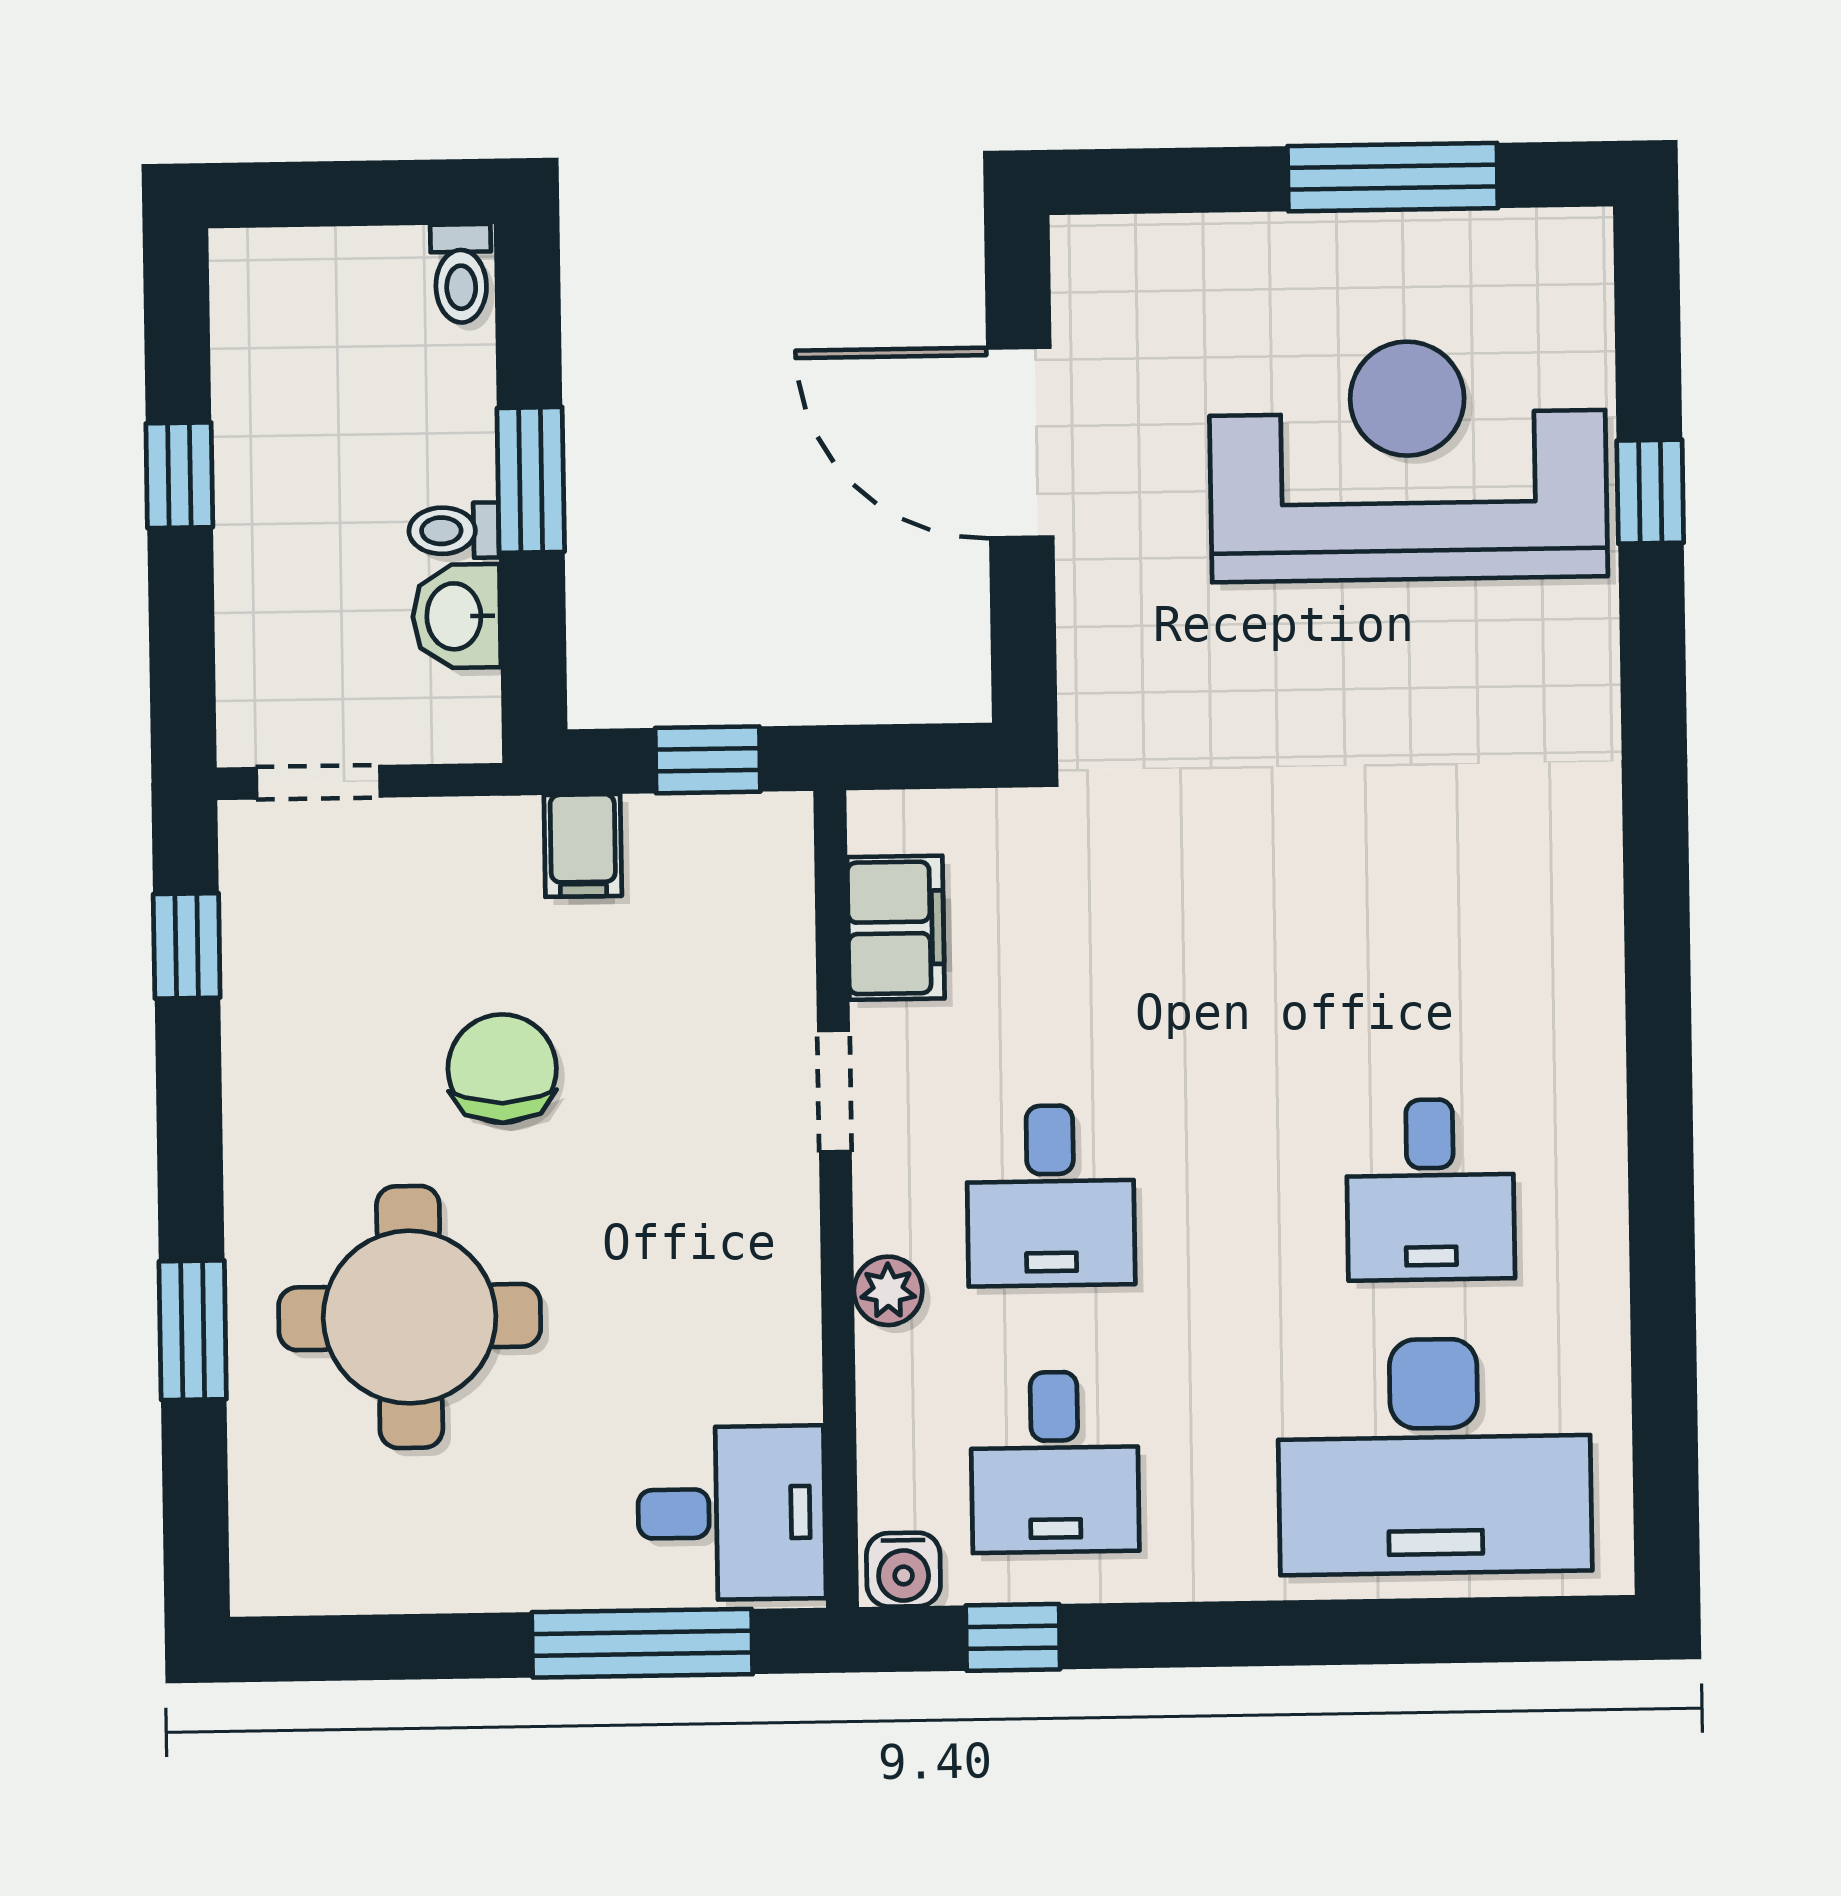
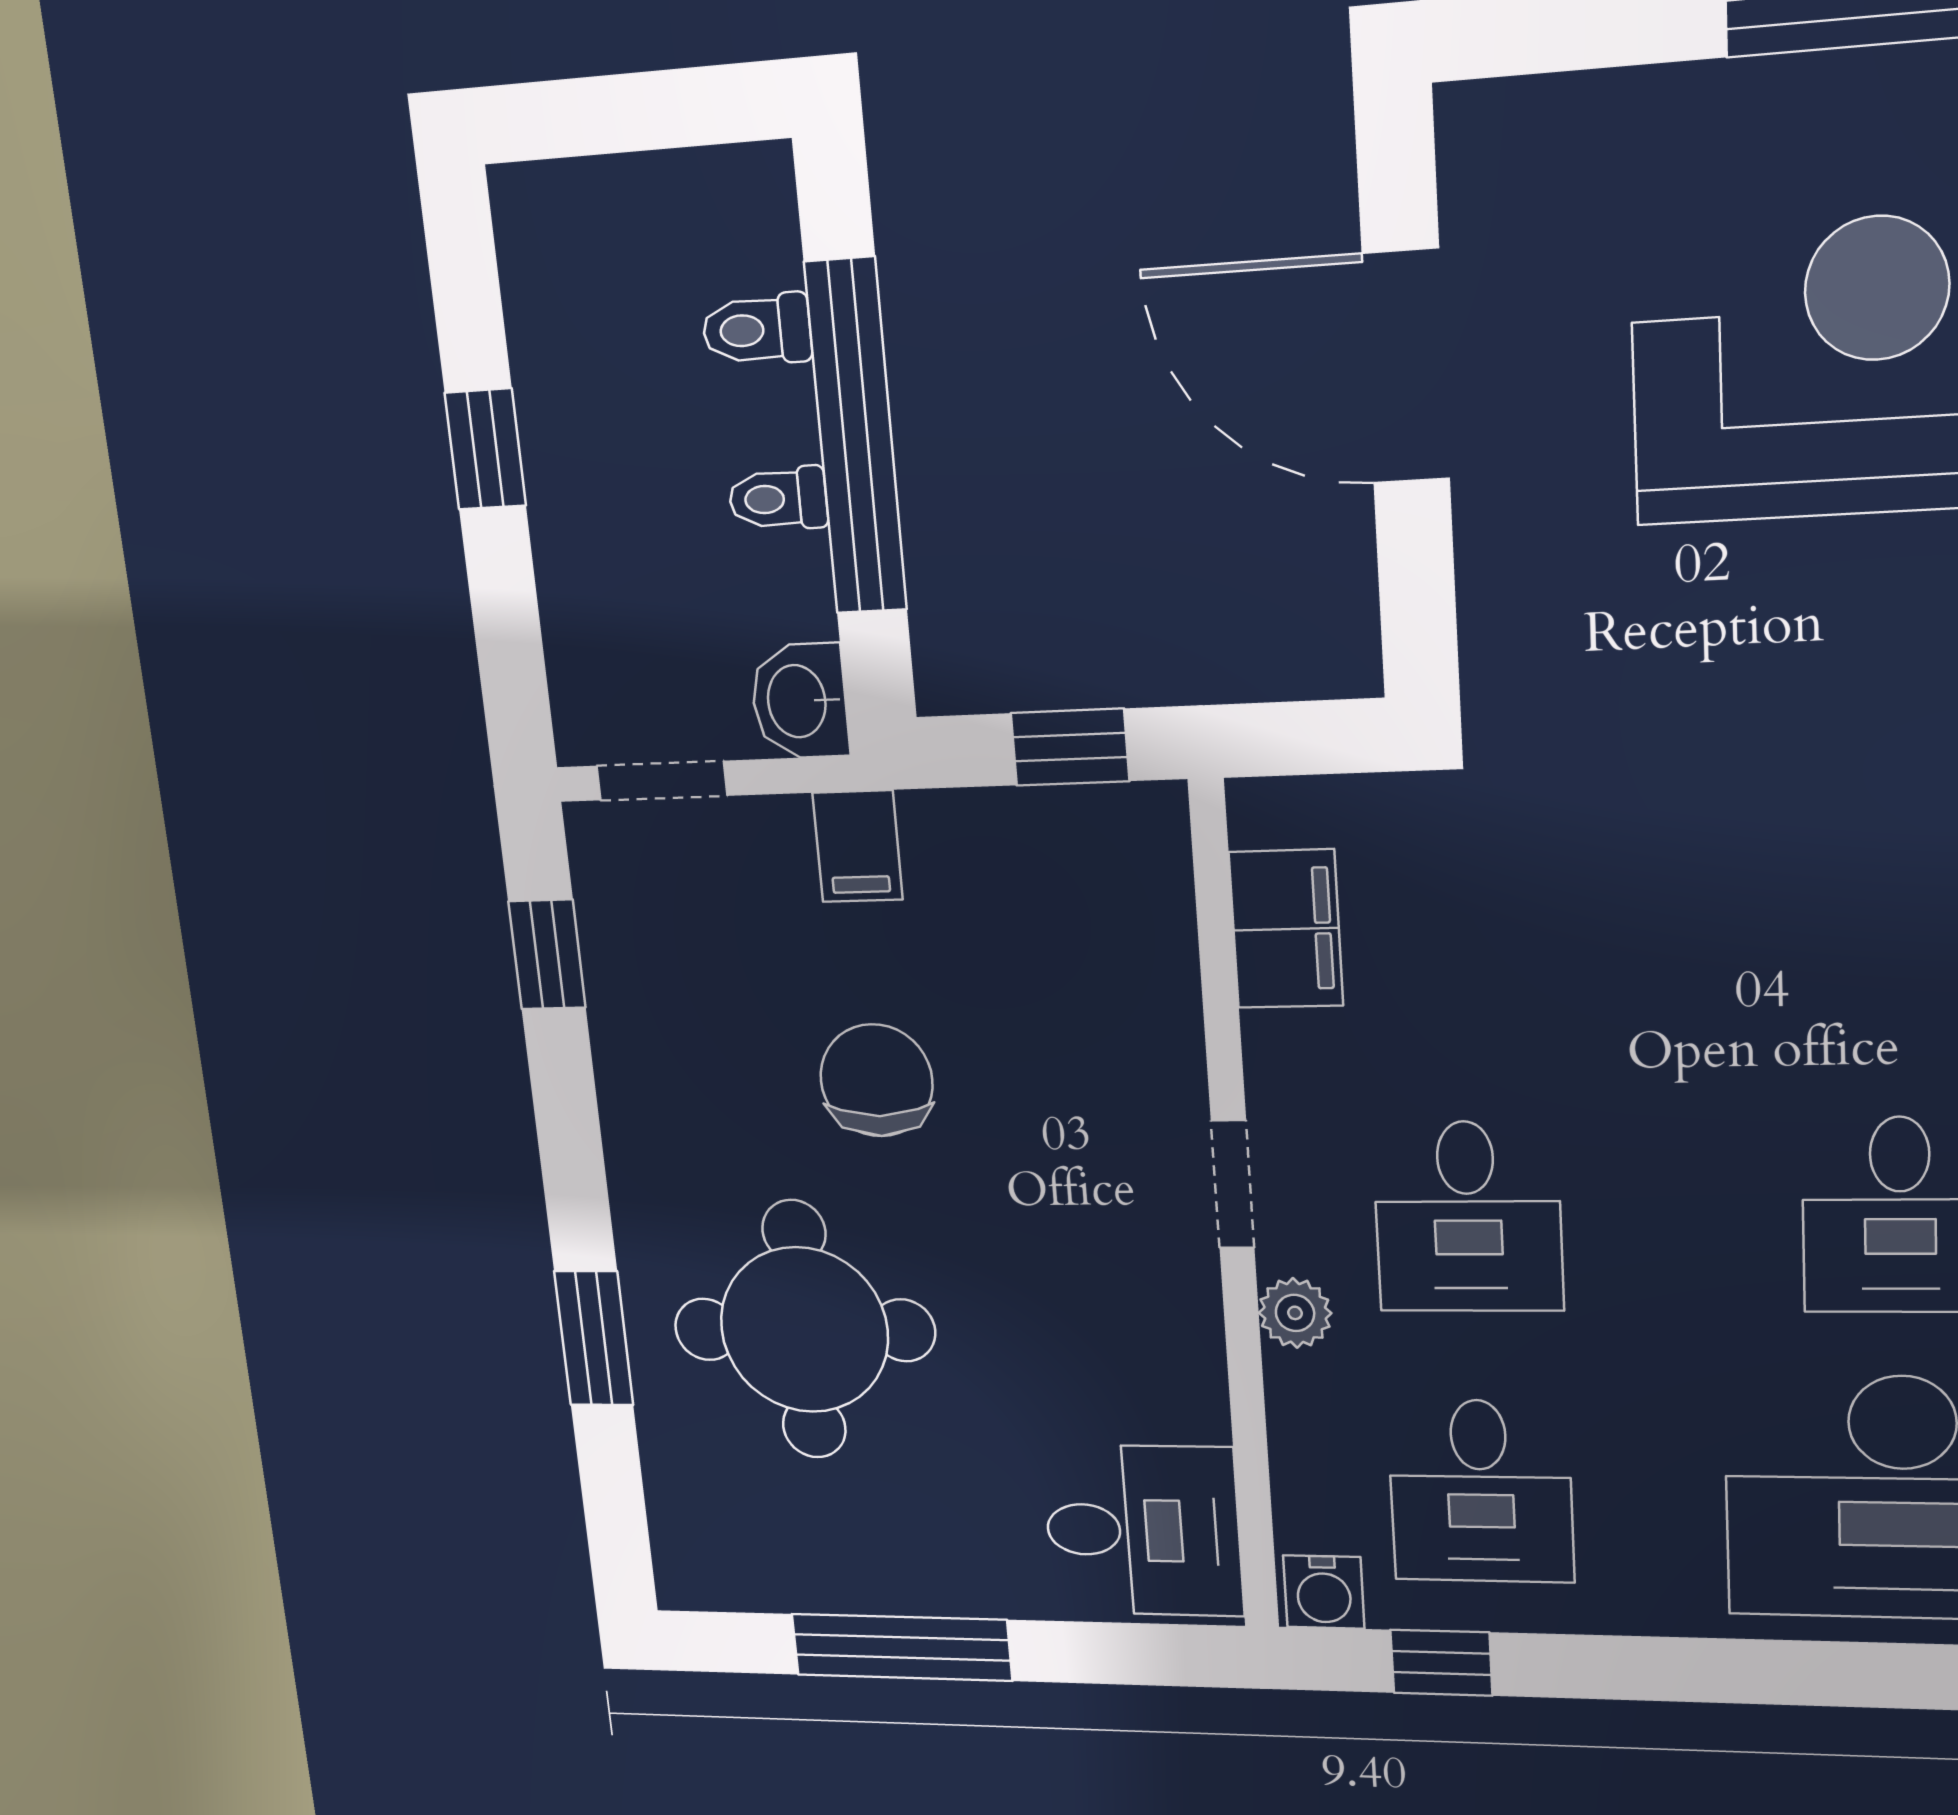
toilet: (461, 273) -> (757, 330), moved, turned 90
window: (531, 480) -> (856, 437), width x2.11
washbasin: (456, 616) -> (799, 701), moved
filing cabinet: (583, 845) -> (858, 846), moved
doorway: (834, 1091) -> (1233, 1185), moved
window: (642, 1643) -> (901, 1647), moved

